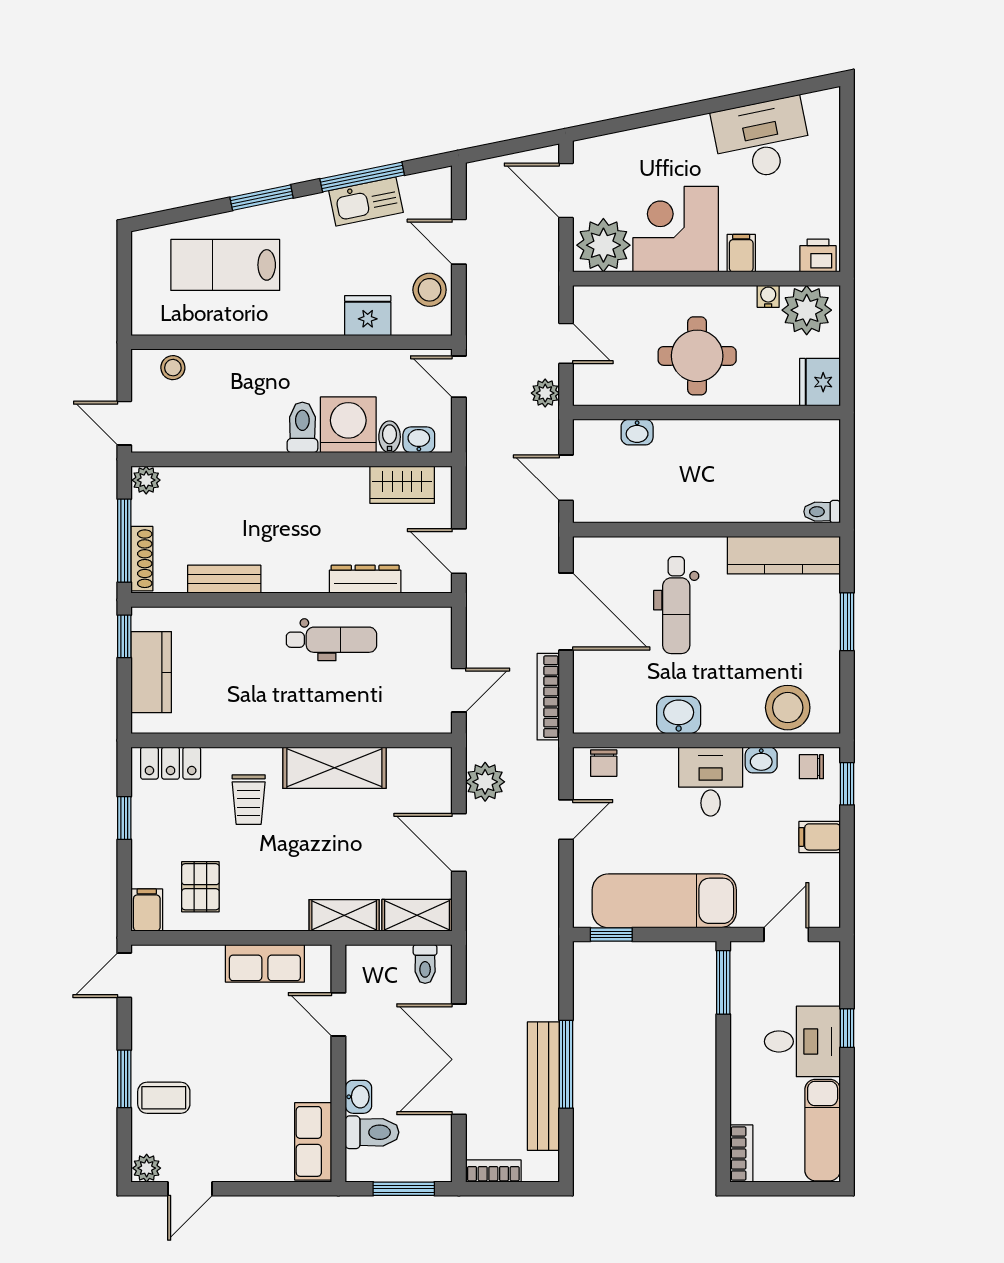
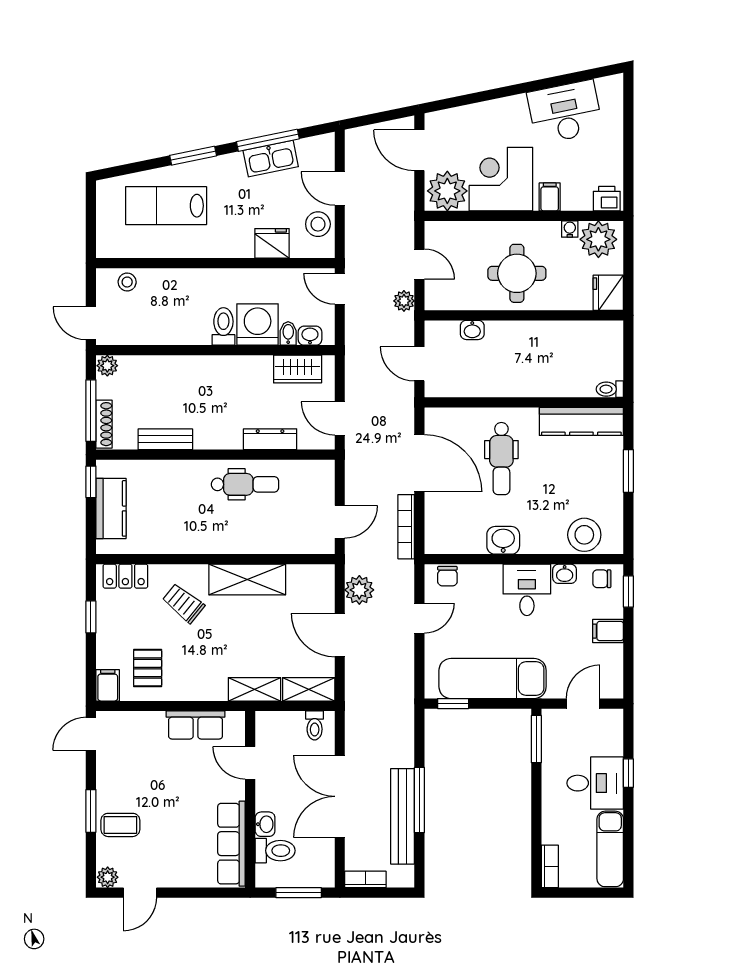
trolley: (249, 800) -> (183, 603), turned 129
row of seats: (313, 1141) -> (231, 844), width x1.48

